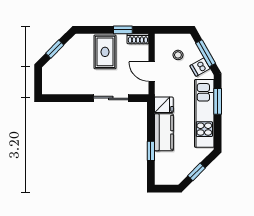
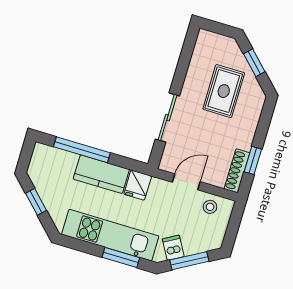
shoe rack: (138, 39) -> (237, 171), width x1.43
rug: (105, 52) -> (224, 91), moved, turned 90
stool: (178, 55) -> (210, 207), moved
window: (151, 151) -> (82, 150), width x2.17

